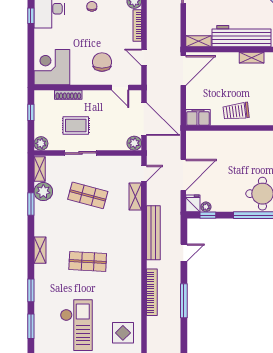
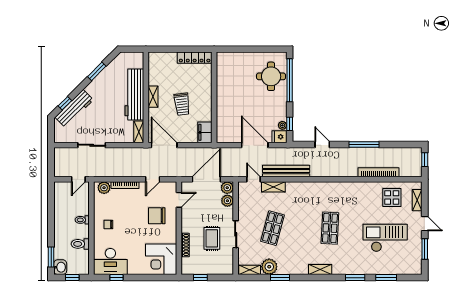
shelving: (252, 58) -> (153, 97), moved
trolley: (236, 111) -> (182, 104), moved
plant: (41, 143) -> (227, 201), moved
bench: (153, 233) -> (286, 171), moved
bookcase: (152, 292) -> (378, 172), moved

